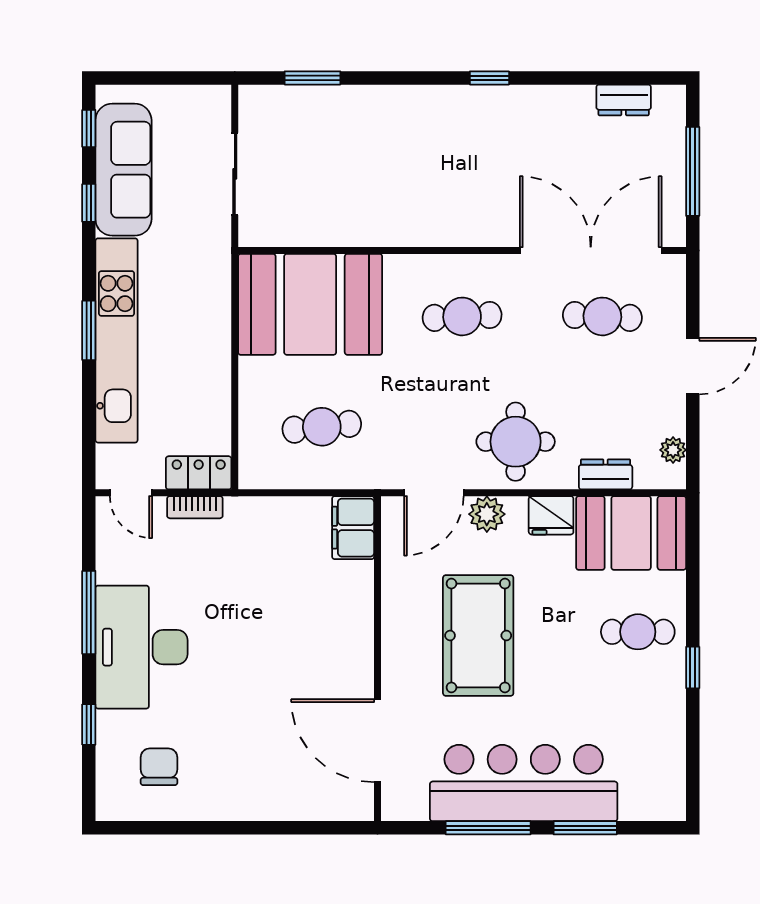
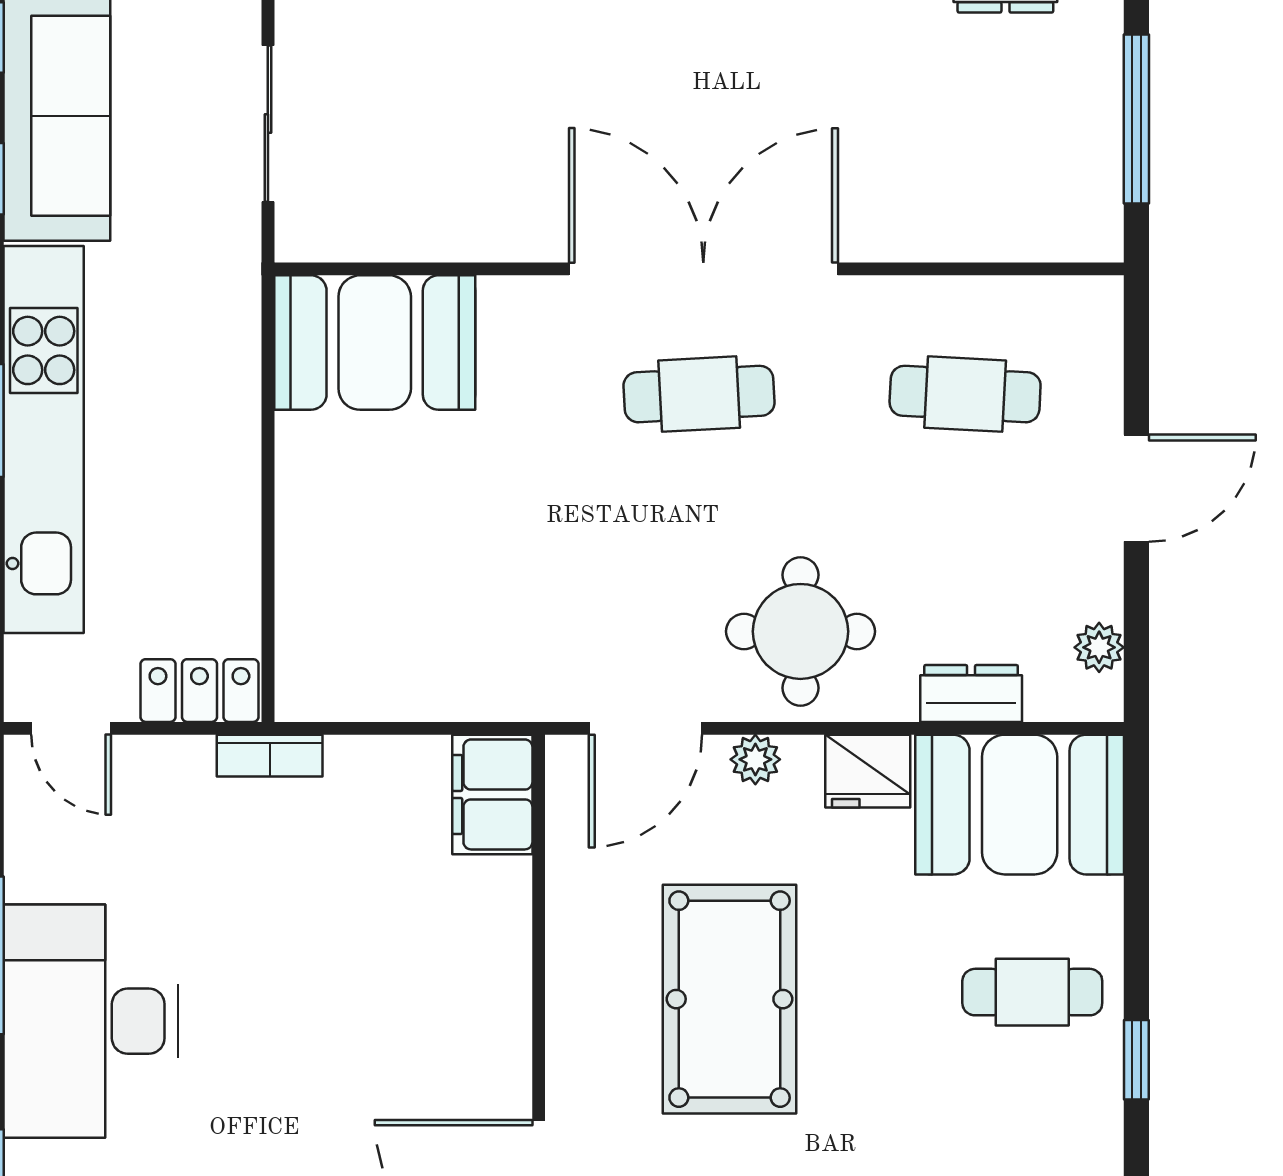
double door: (591, 250) -> (703, 269), moved
booth: (310, 304) -> (375, 343), width x0.73, depth x0.70
cafe table: (322, 427) -> (433, 603), removed
bookcase: (195, 507) -> (270, 756), moved
plant: (487, 514) -> (755, 759), width x0.73, depth x0.73

